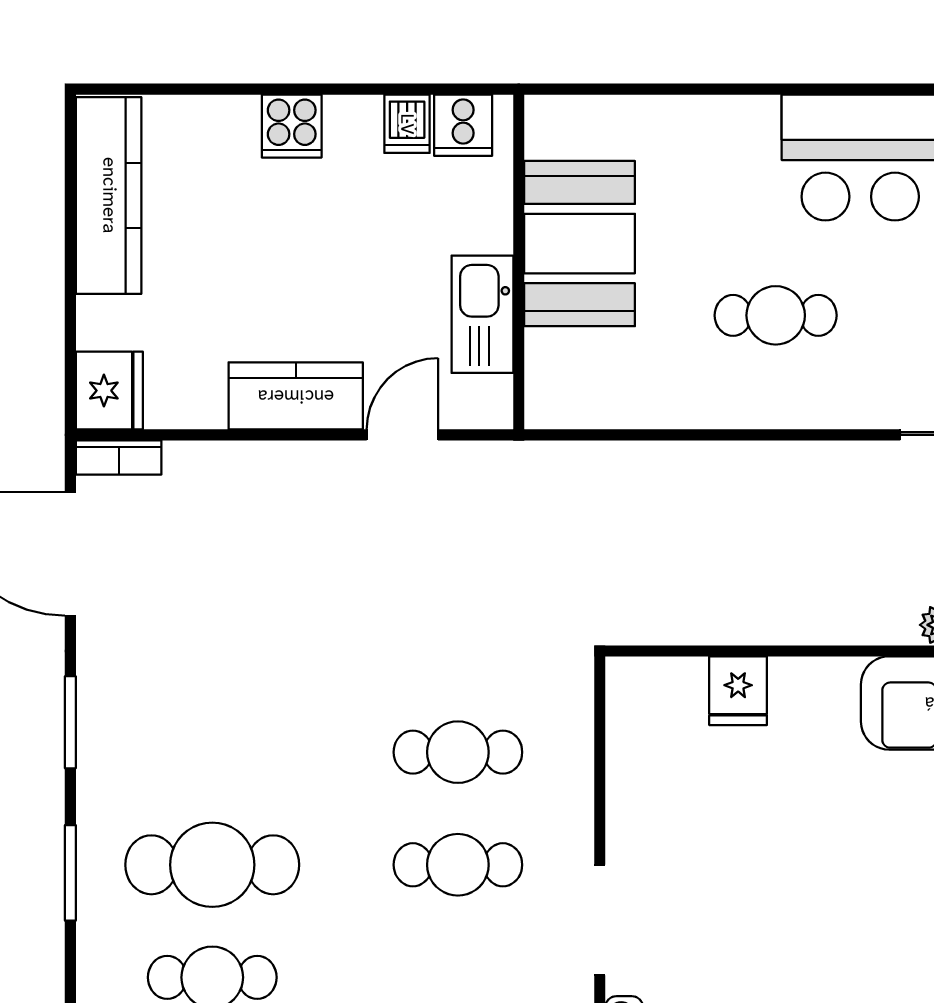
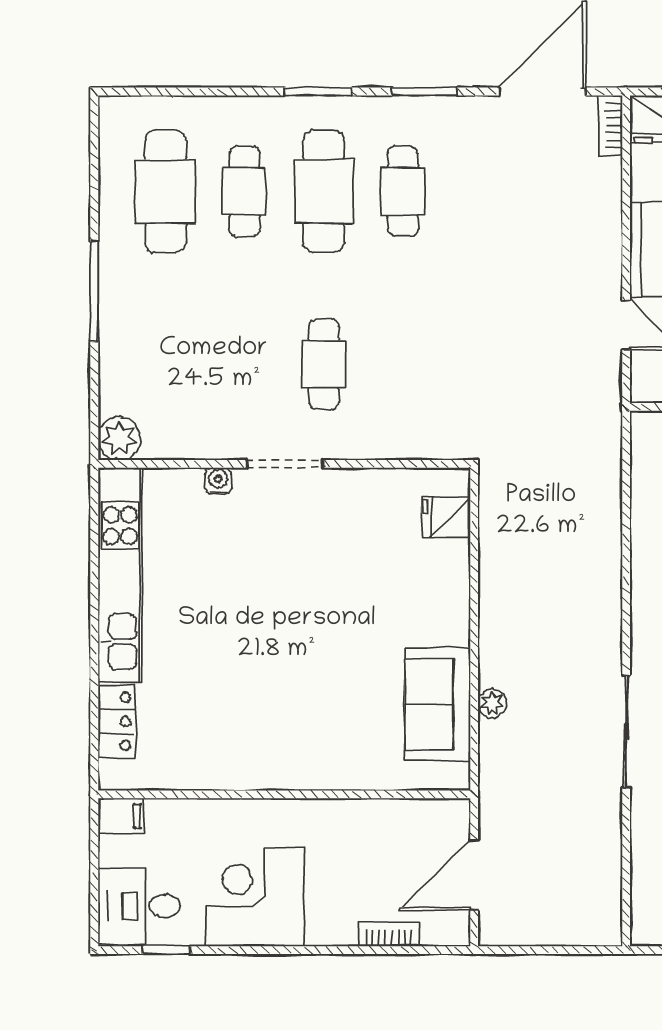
fridge: (738, 691) -> (446, 517), moved
cafe table: (458, 752) -> (403, 191), moved

